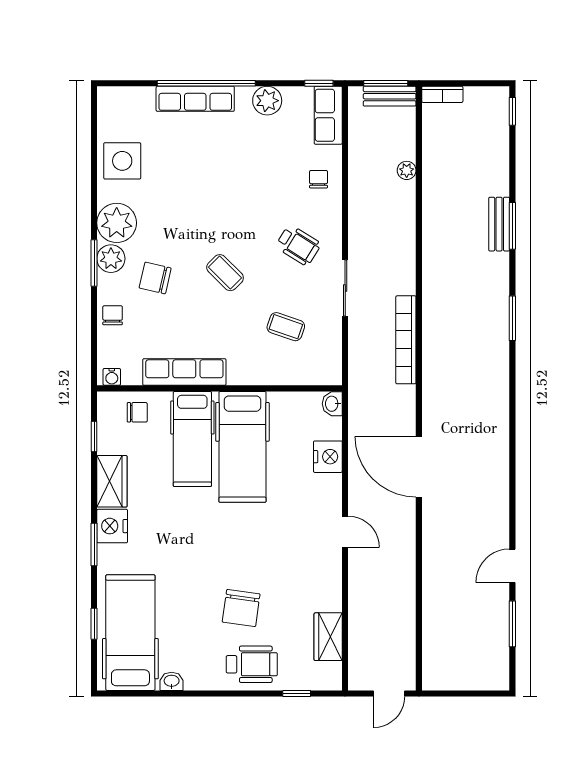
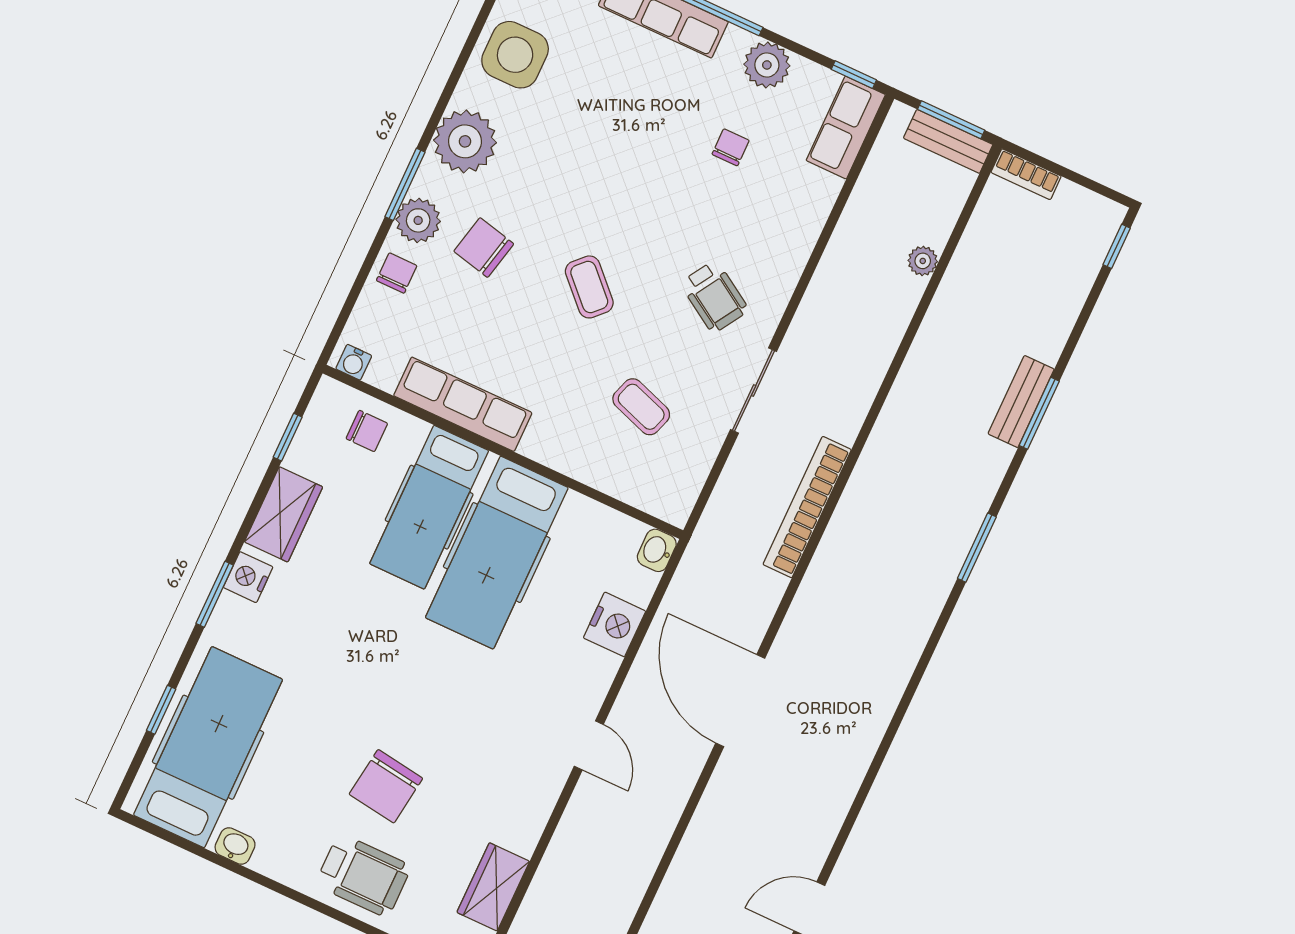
chair: (319, 179) -> (731, 147), moved
plant: (111, 259) -> (418, 220), moved
nightstand: (112, 526) -> (248, 577), width x0.74, depth x0.75

